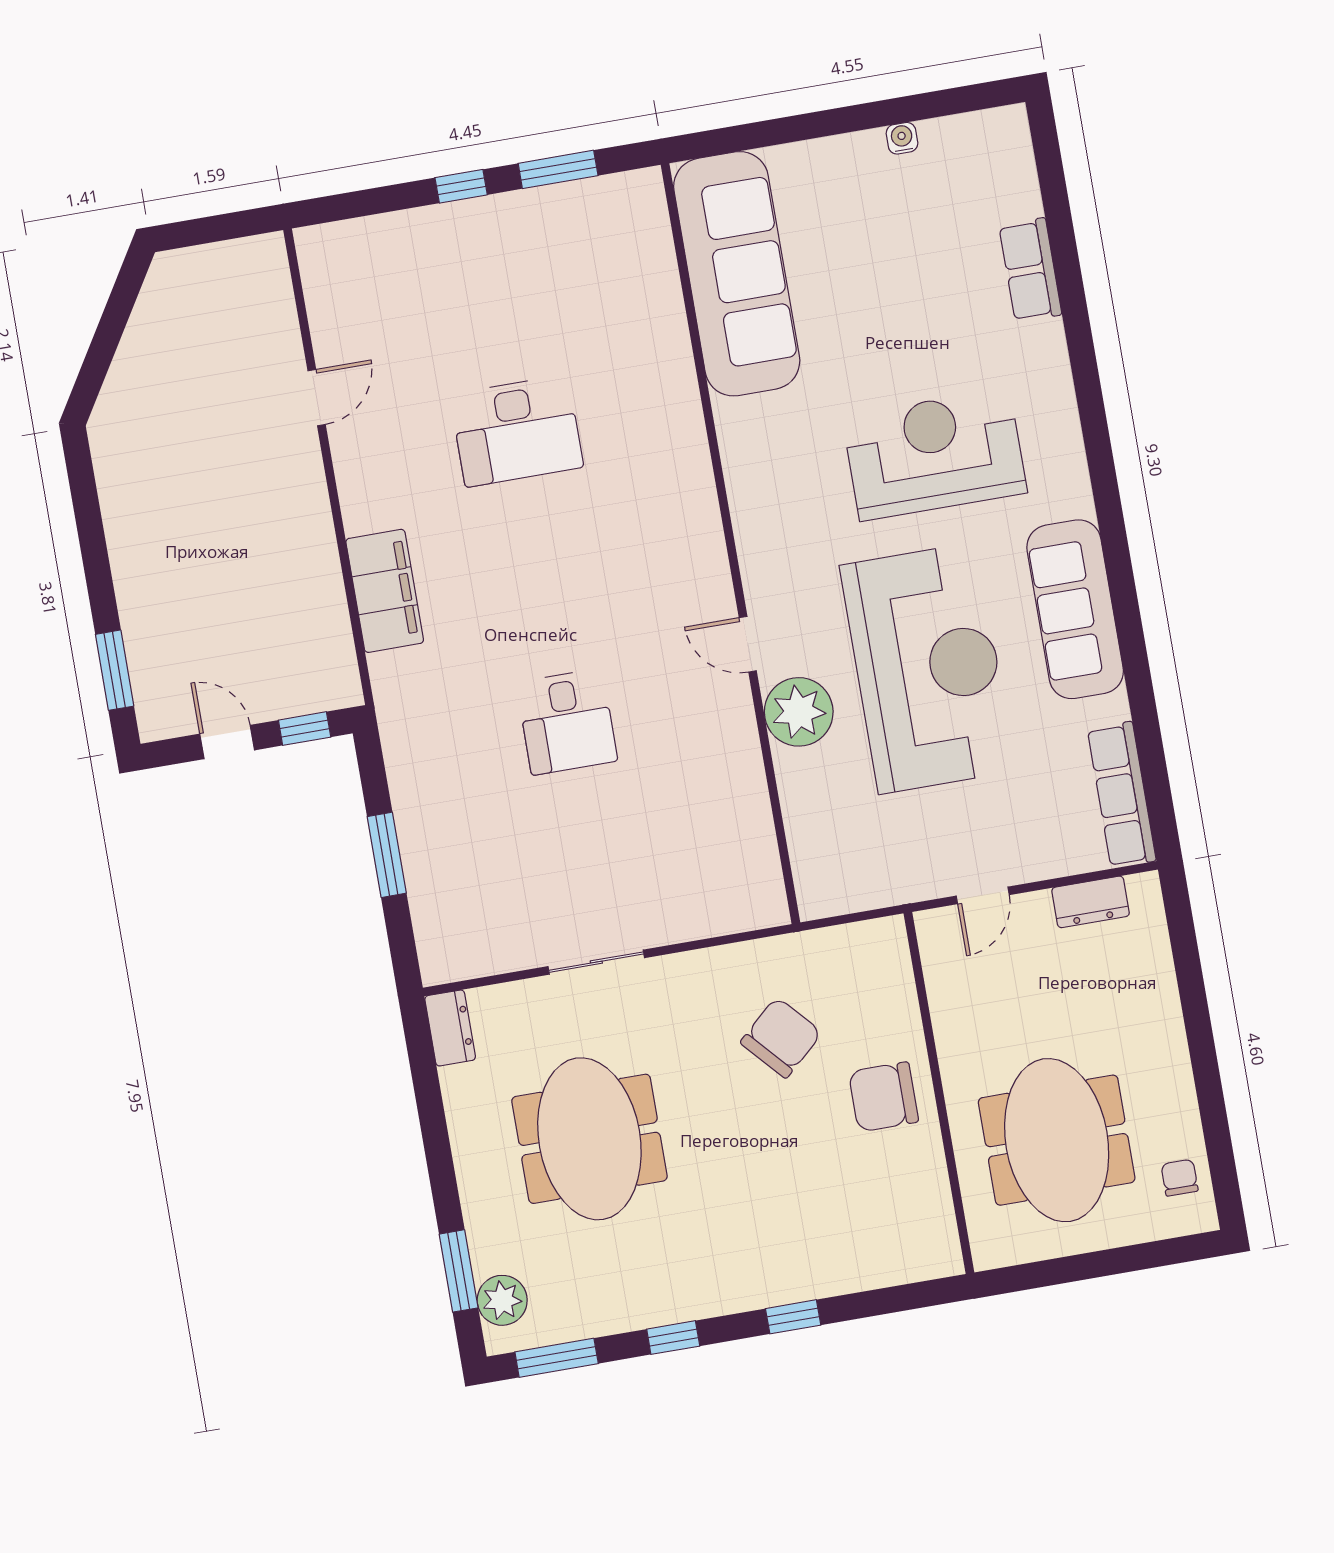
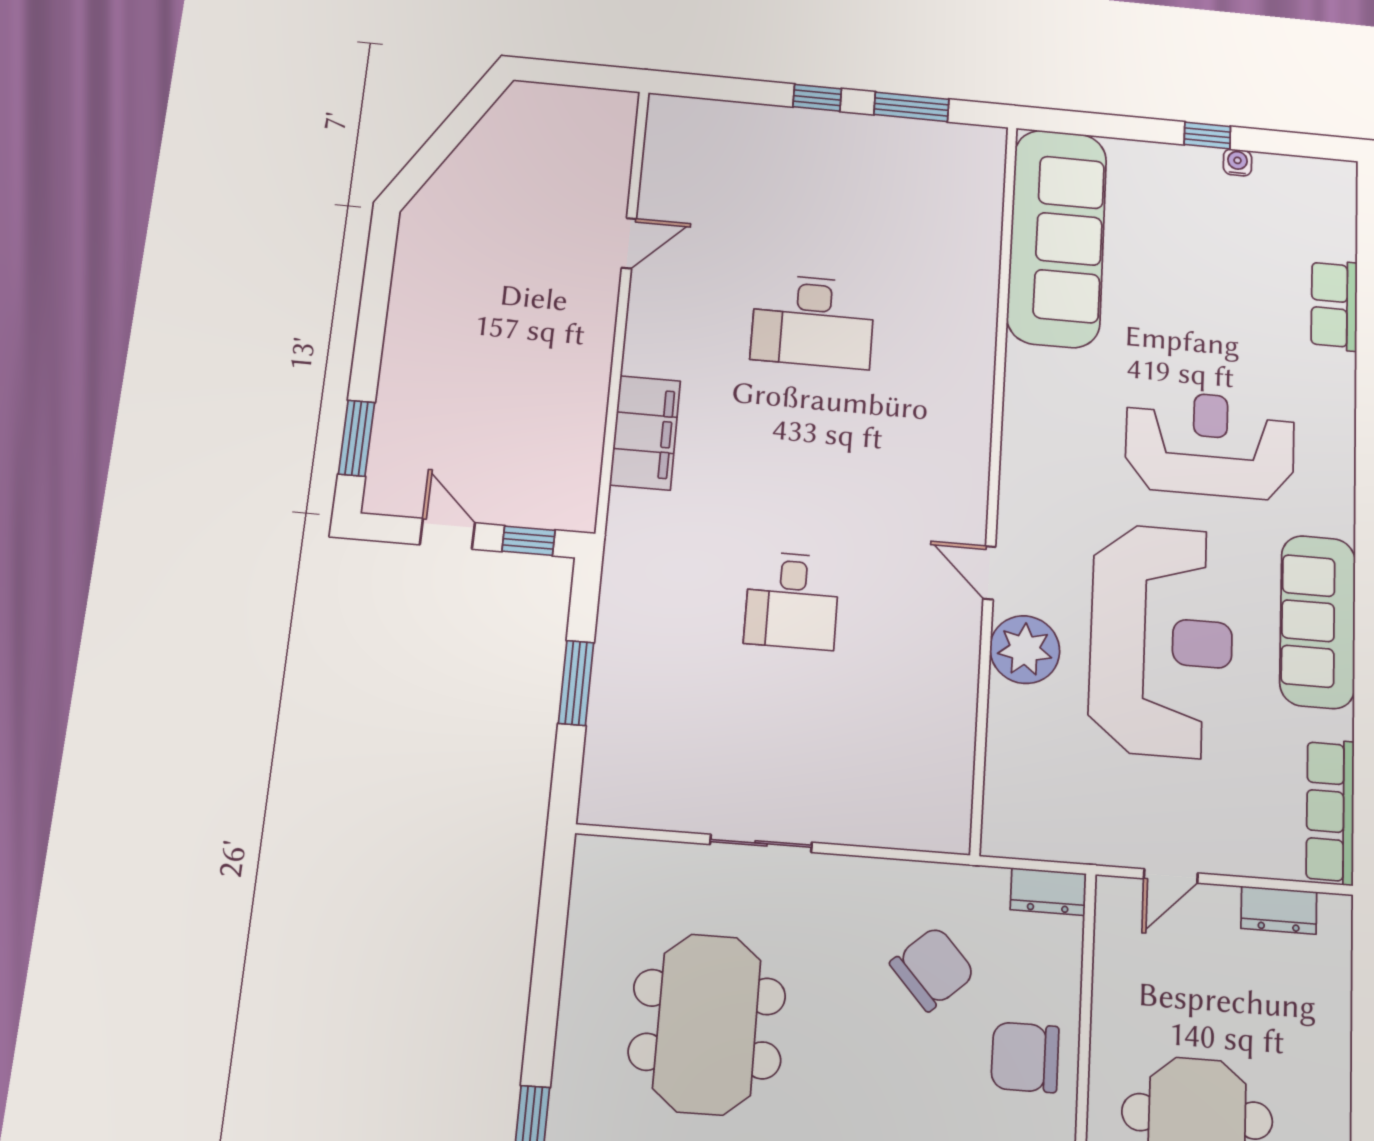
window: (865, 116) -> (1207, 136), added
dresser: (450, 1028) -> (1048, 892), moved, turned 90

